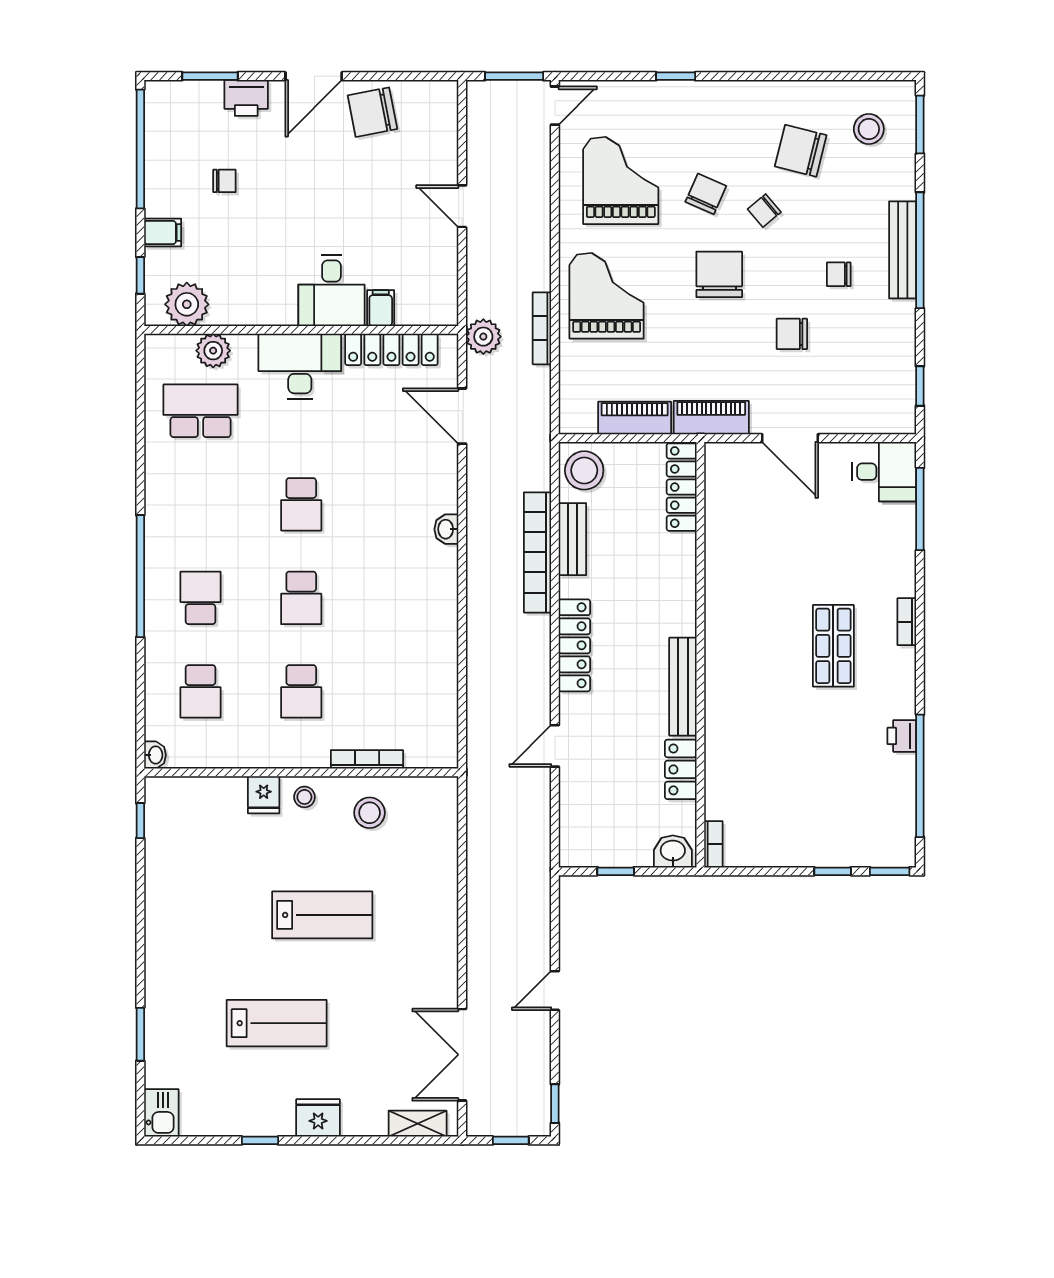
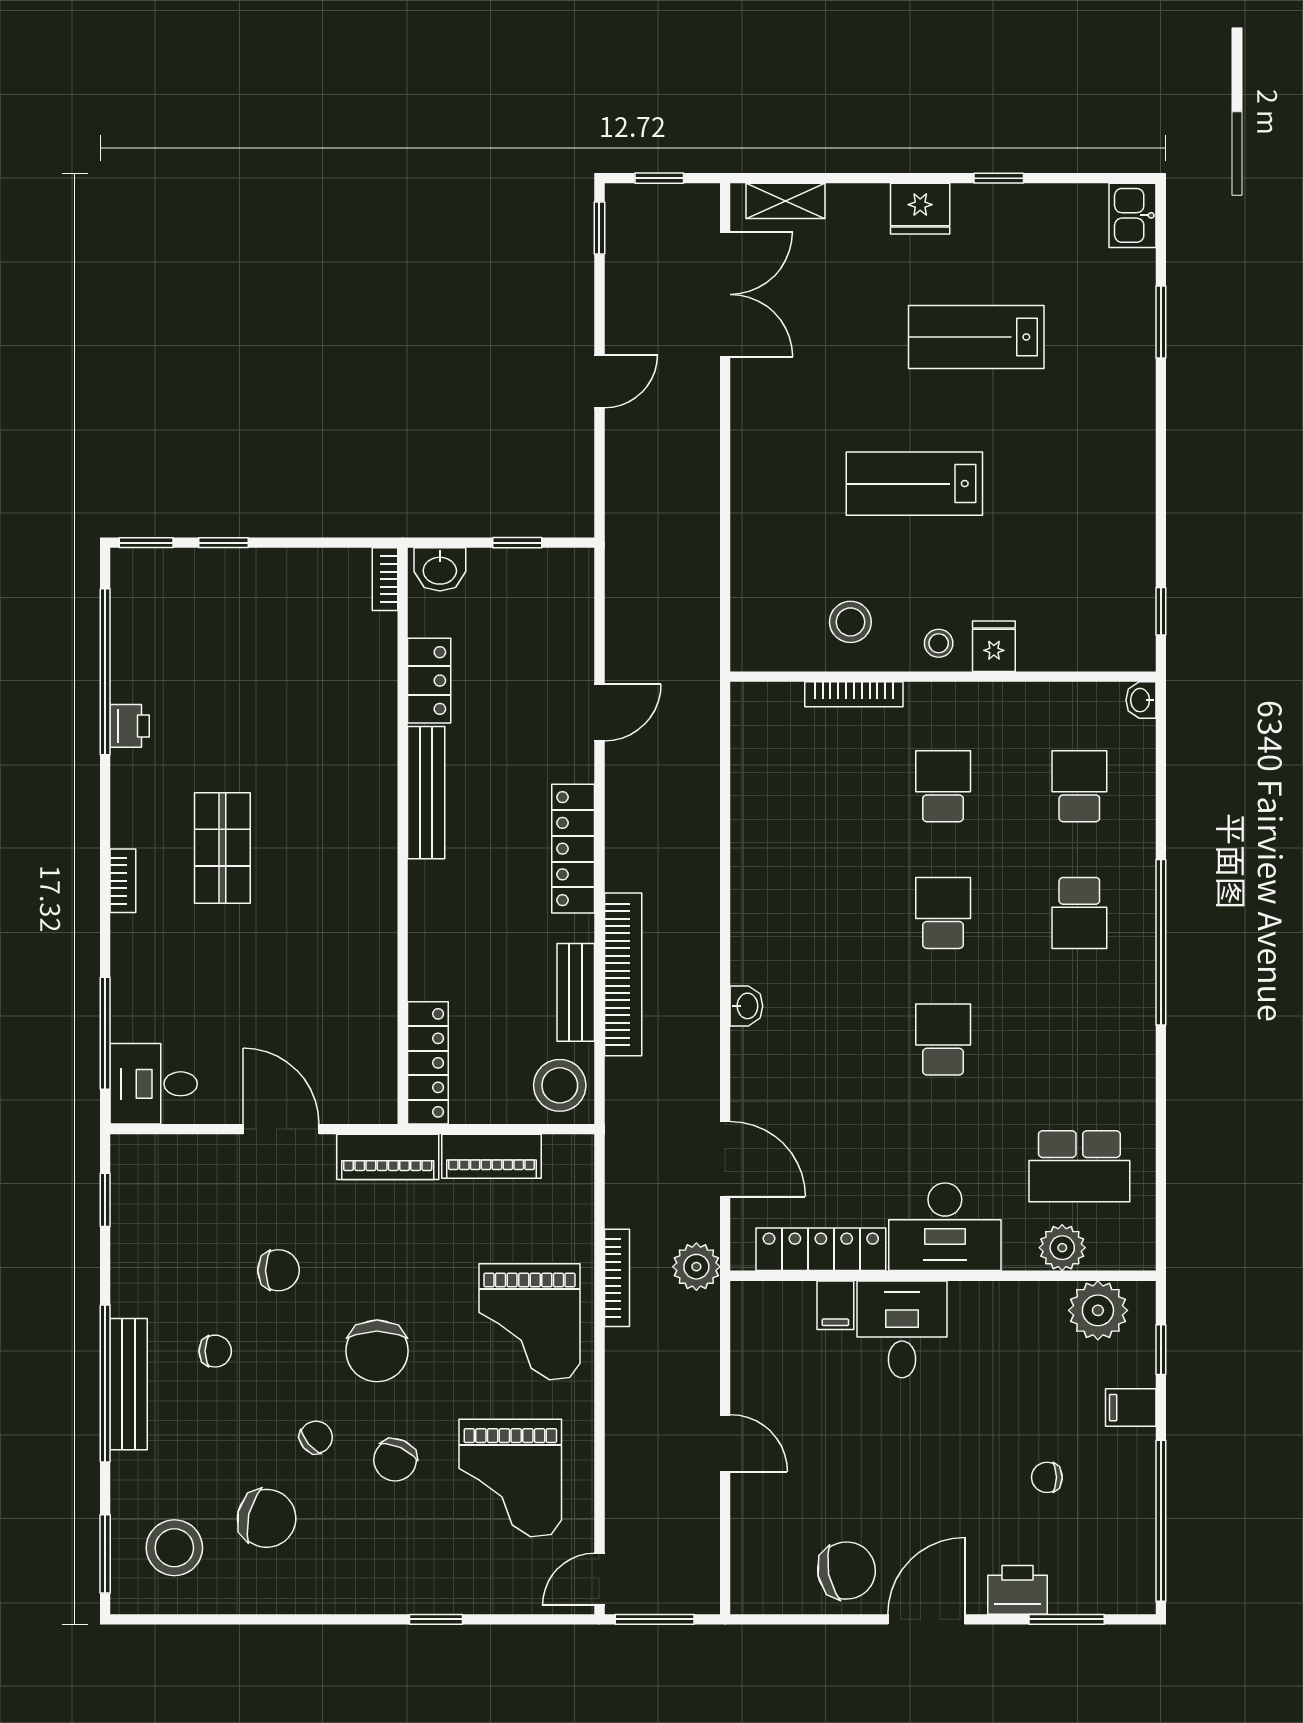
stool: (869, 129) -> (174, 1548), width x1.38, depth x1.38

